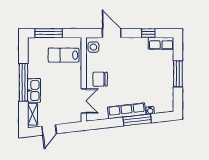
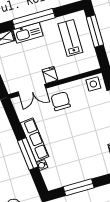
lab bench: (64, 55) -> (70, 38), moved
window: (178, 74) -> (79, 187), moved
fridge: (75, 82) -> (50, 75), added

